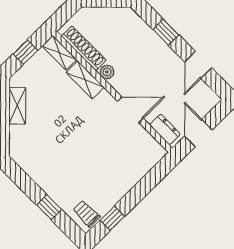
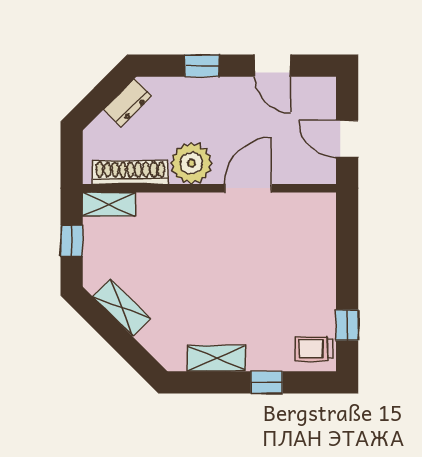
plant: (107, 72) -> (191, 163), width x1.88, depth x1.88
shelving: (85, 80) -> (216, 358), moved
dresser: (165, 129) -> (128, 103), moved, turned 135

